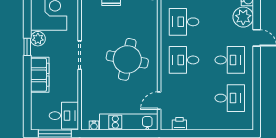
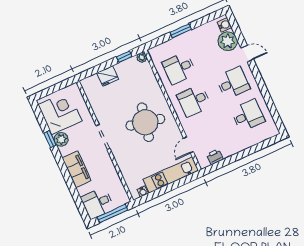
window: (27, 47) -> (50, 139), moved
desk: (64, 116) -> (97, 203), moved, turned 180

